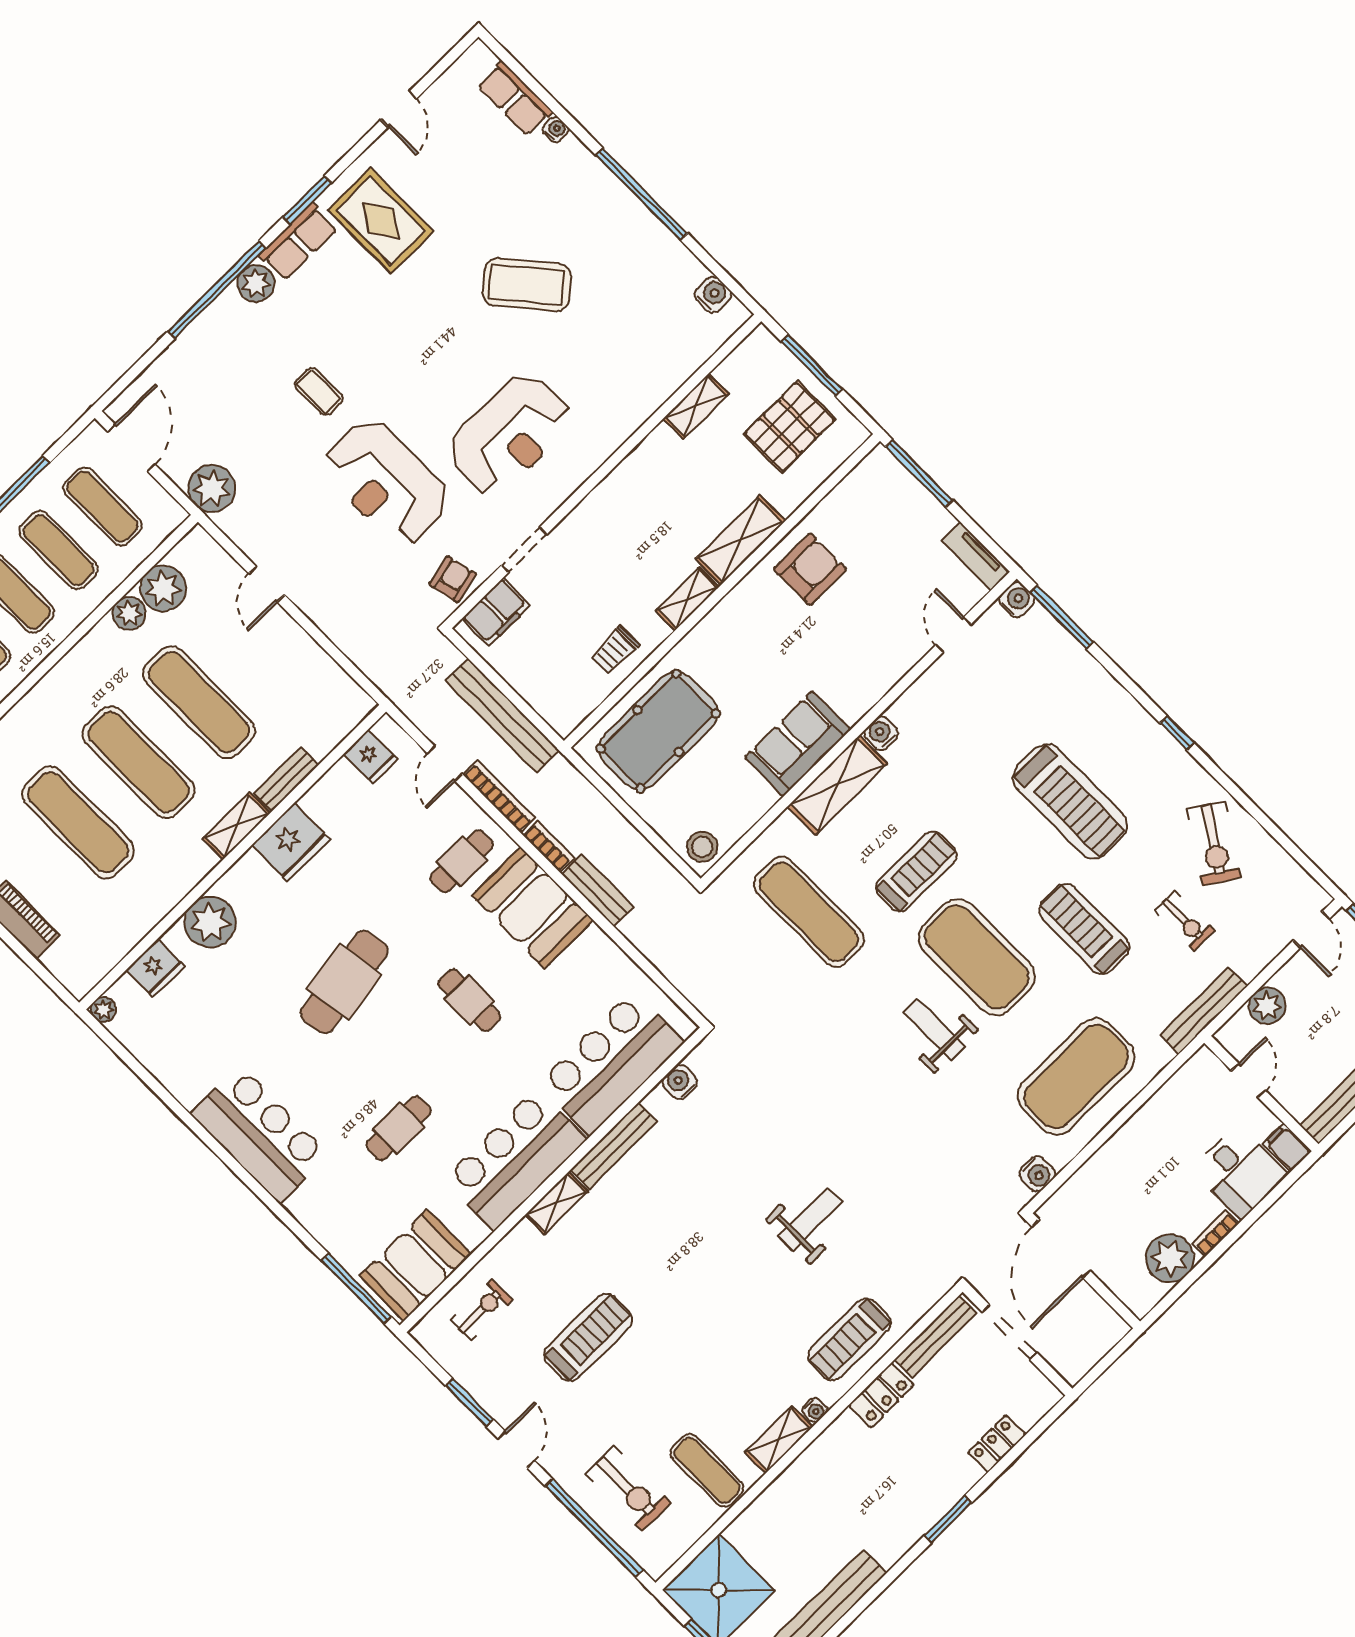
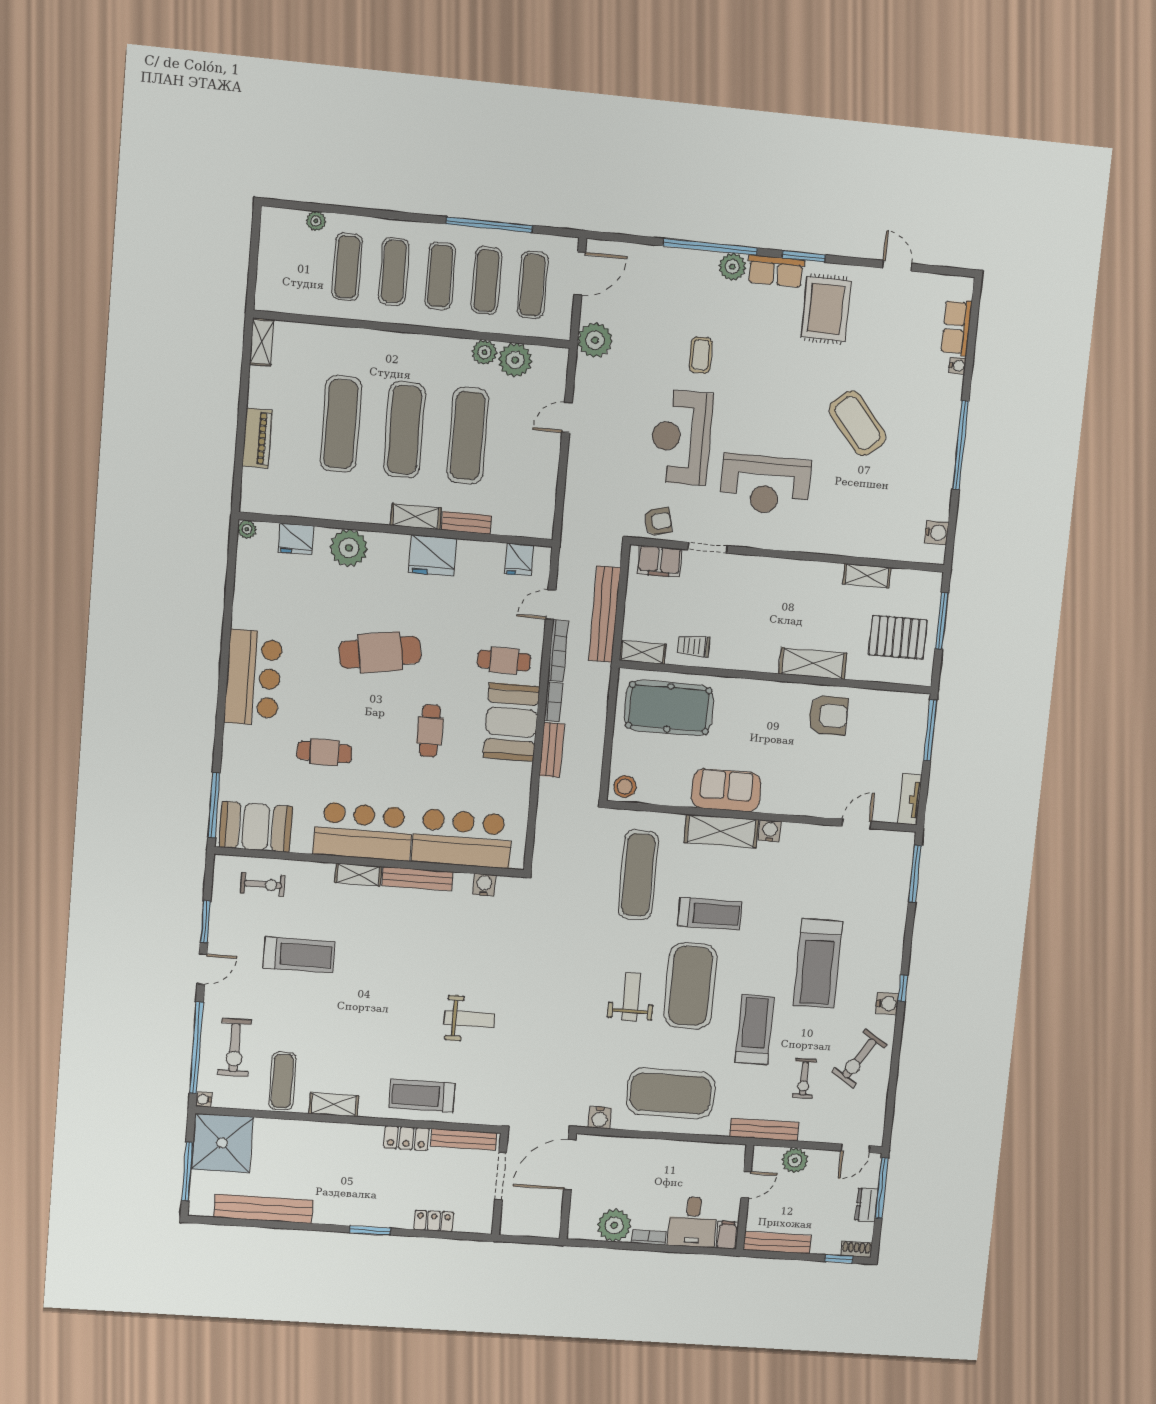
door: (399, 109) -> (897, 266), swing flipped
shelving: (687, 599) -> (643, 652), moved
water cooler: (1017, 600) -> (887, 1003), moved
water cooler: (815, 1410) -> (204, 1099), moved, turned 90

